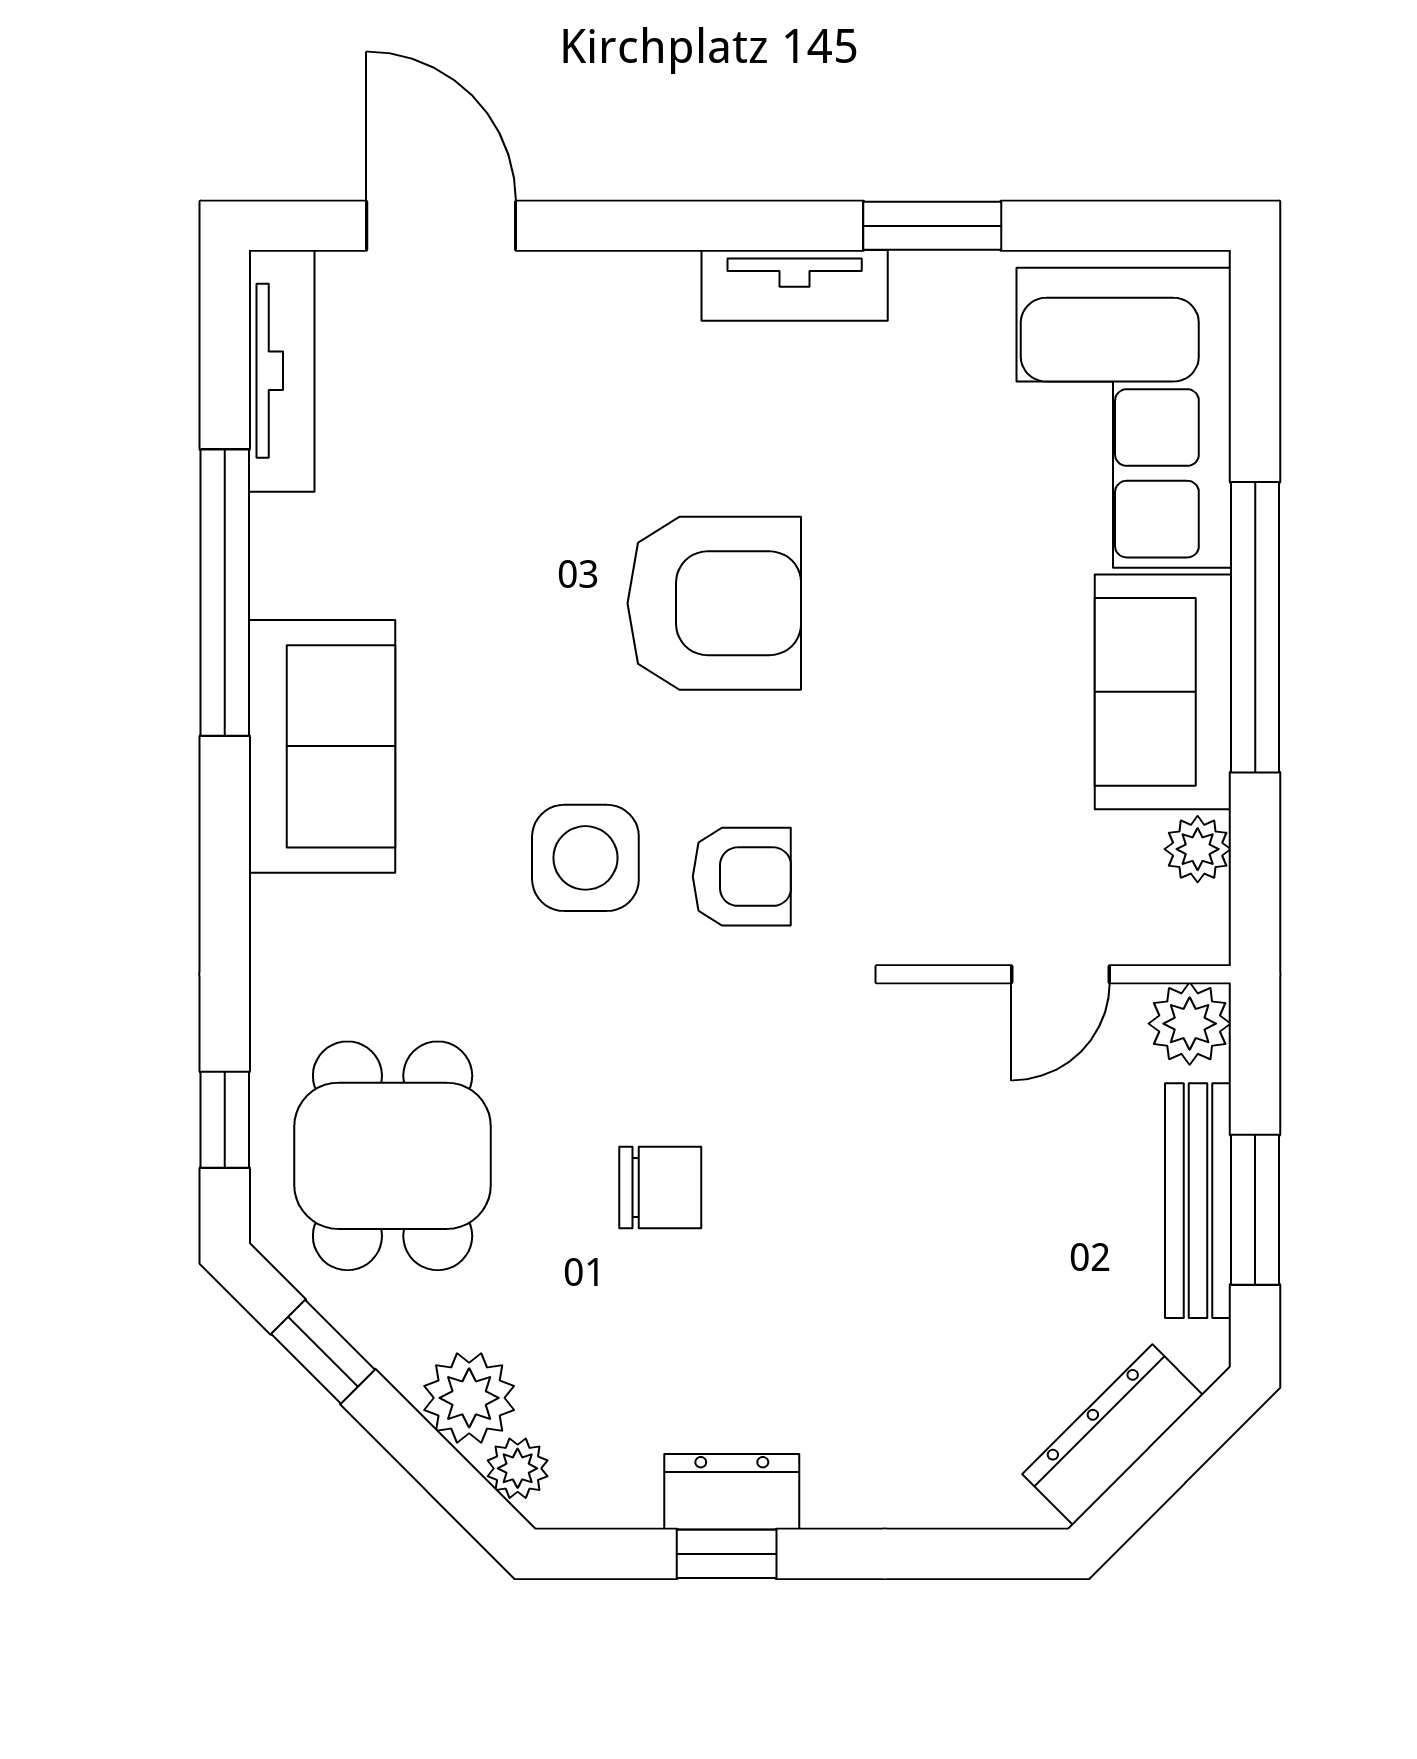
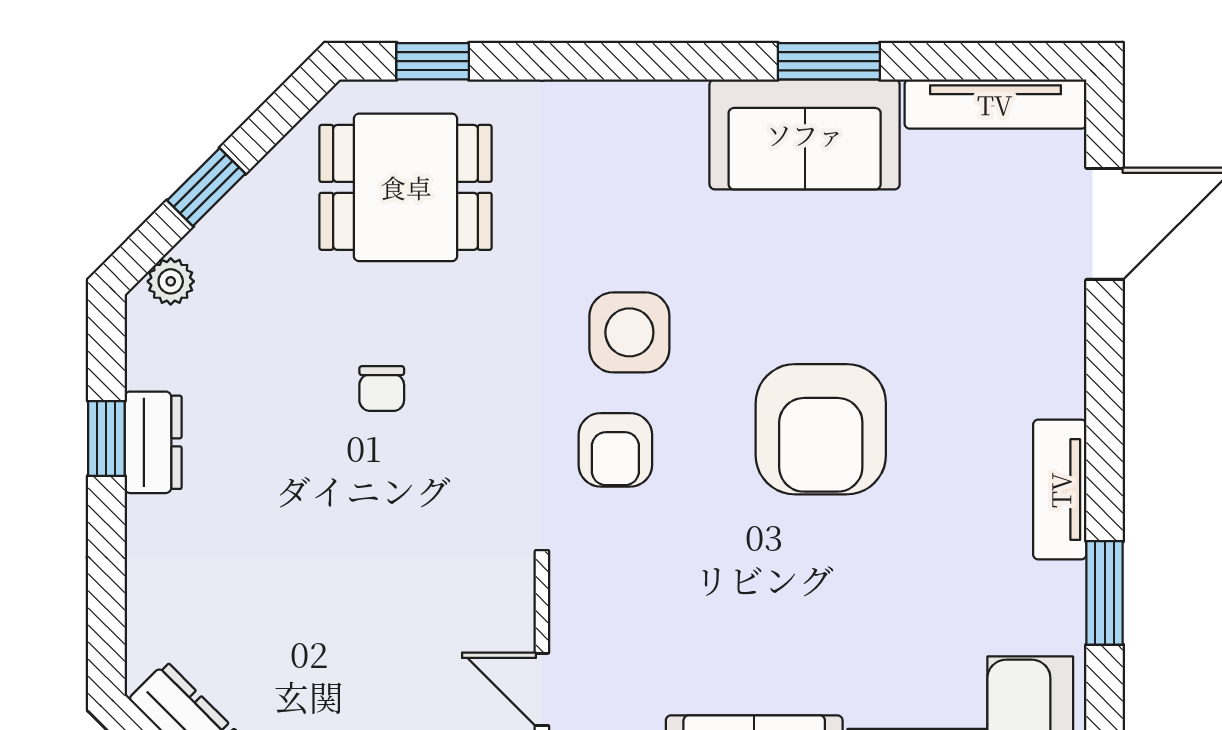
window: (225, 593) -> (829, 61), width x0.47
sofa: (322, 746) -> (805, 134), moved
chair: (660, 1187) -> (382, 389), width x0.73, depth x0.73
window: (323, 1352) -> (206, 187), moved
plant: (469, 1398) -> (224, 245), removed

